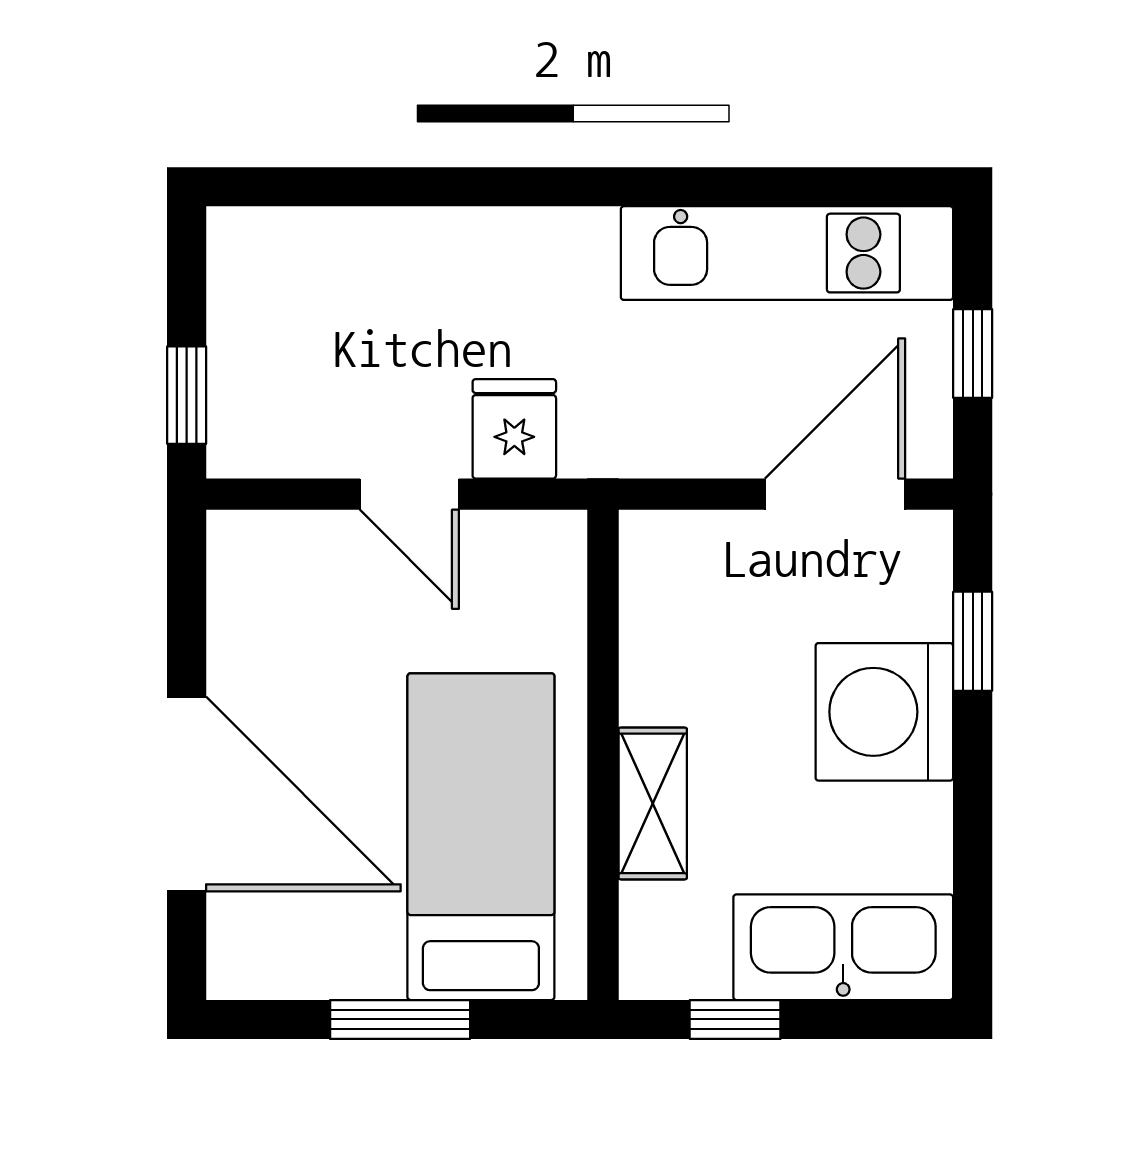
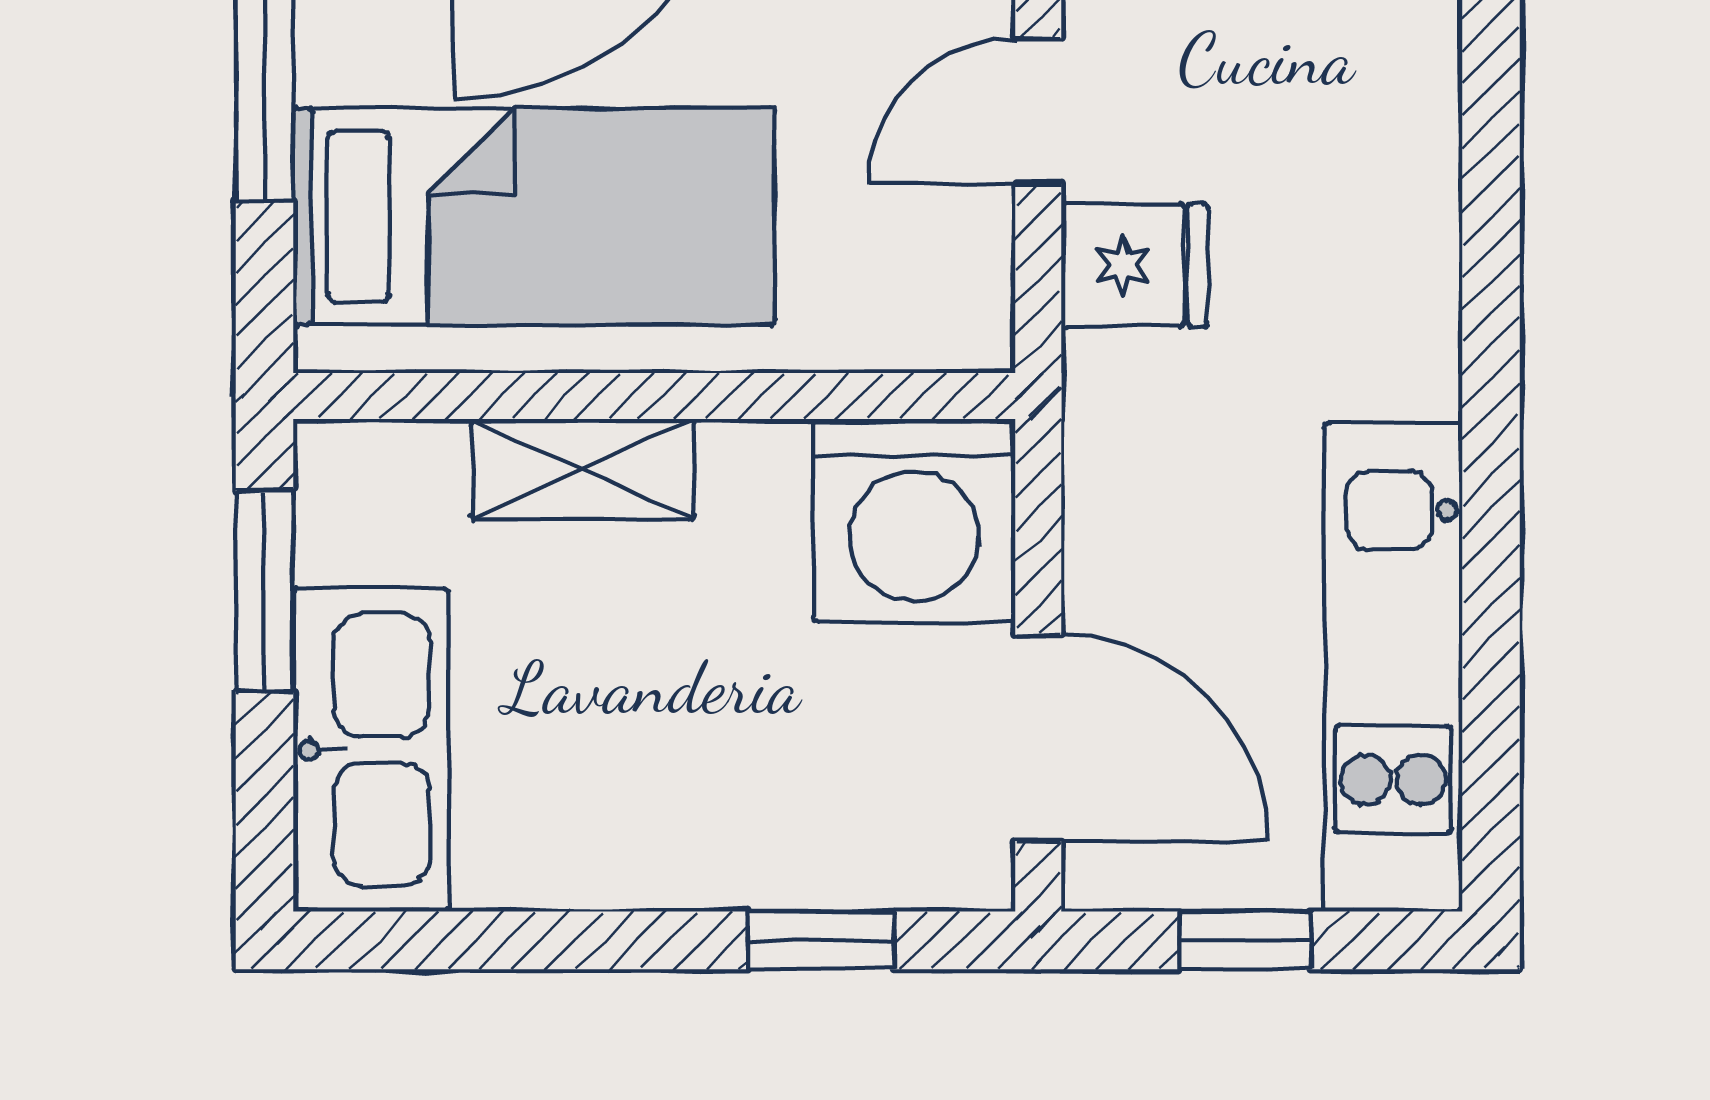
washing machine: (884, 712) -> (914, 520), moved, turned 180
window: (735, 1019) -> (265, 591), width x1.50

